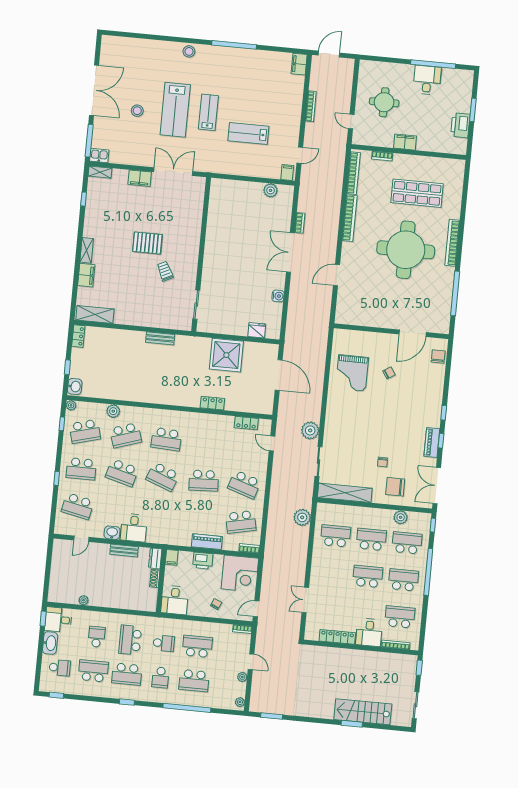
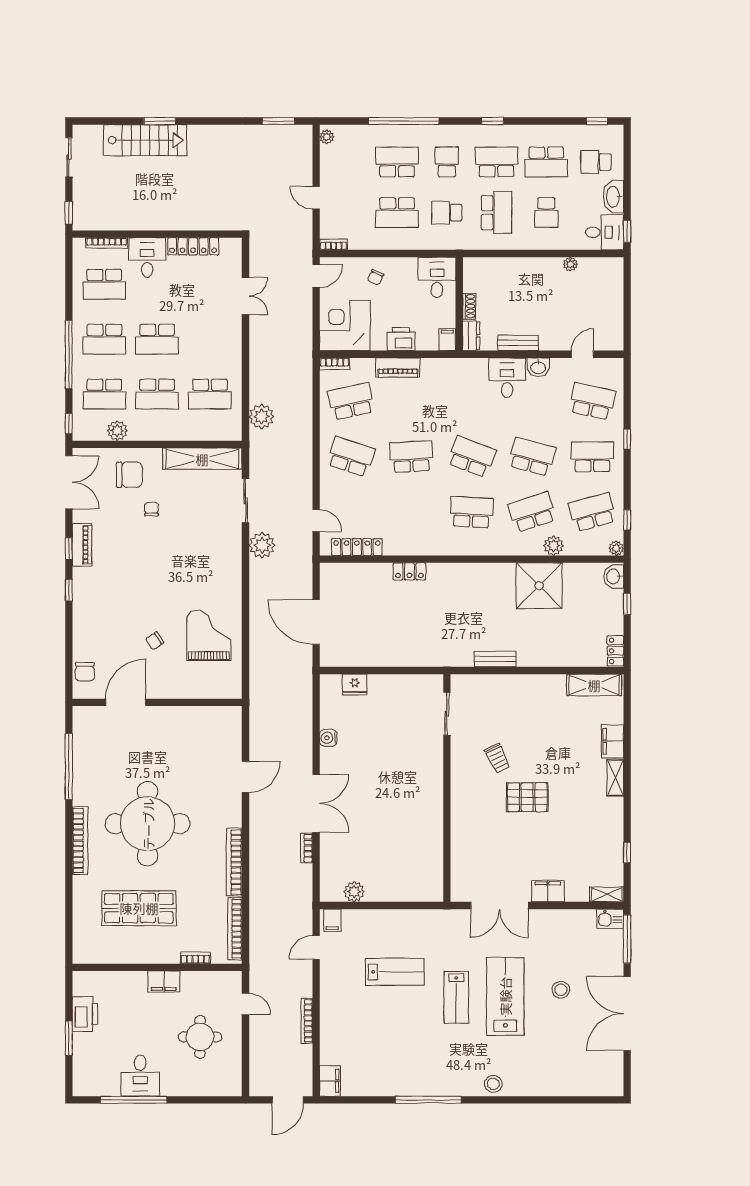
shower: (226, 355) -> (539, 586), moved
locker: (246, 423) -> (357, 547), width x1.53
plant: (242, 677) -> (327, 174), removed

